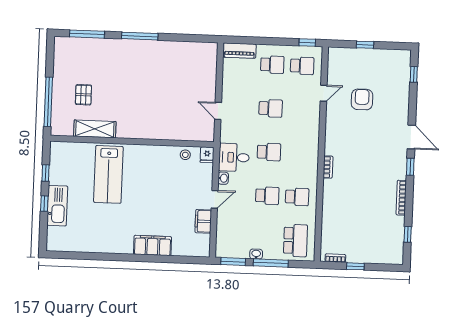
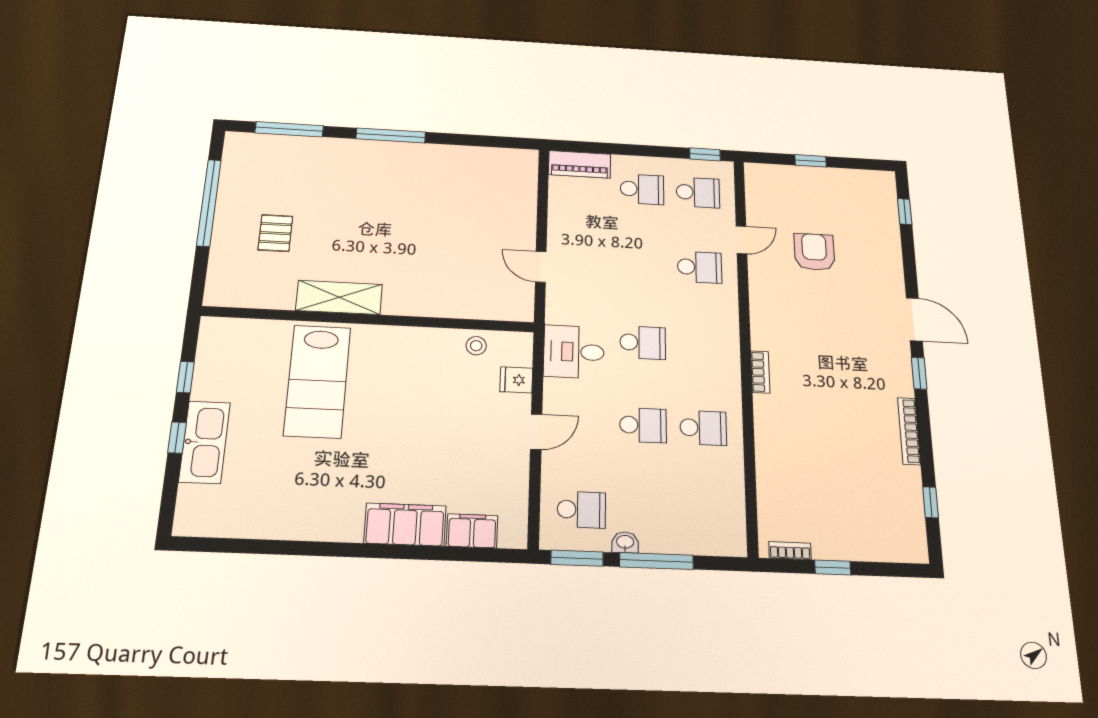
window: (48, 102) -> (209, 203), moved
school desk: (271, 108) -> (700, 267), moved
shelving: (95, 129) -> (339, 297), moved
fridge: (207, 155) -> (516, 380), moved, turned 90
washbasin: (223, 178) -> (553, 391), removed
filing cabinet: (203, 221) -> (472, 531), moved, turned 90
school desk: (295, 241) -> (581, 510), moved, width x0.54

